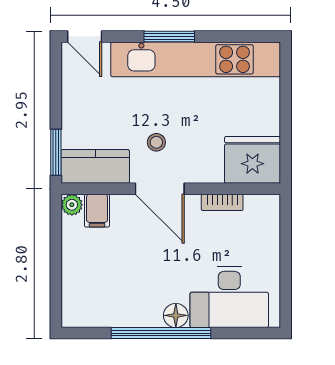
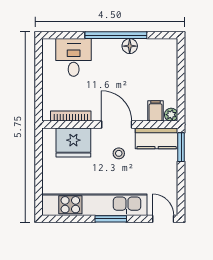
fridge: (252, 160) -> (73, 142), moved
bookcase: (222, 202) -> (71, 116), width x1.56
desk: (229, 297) -> (74, 57), width x0.73
floor lamp: (176, 315) -> (130, 46), moved

